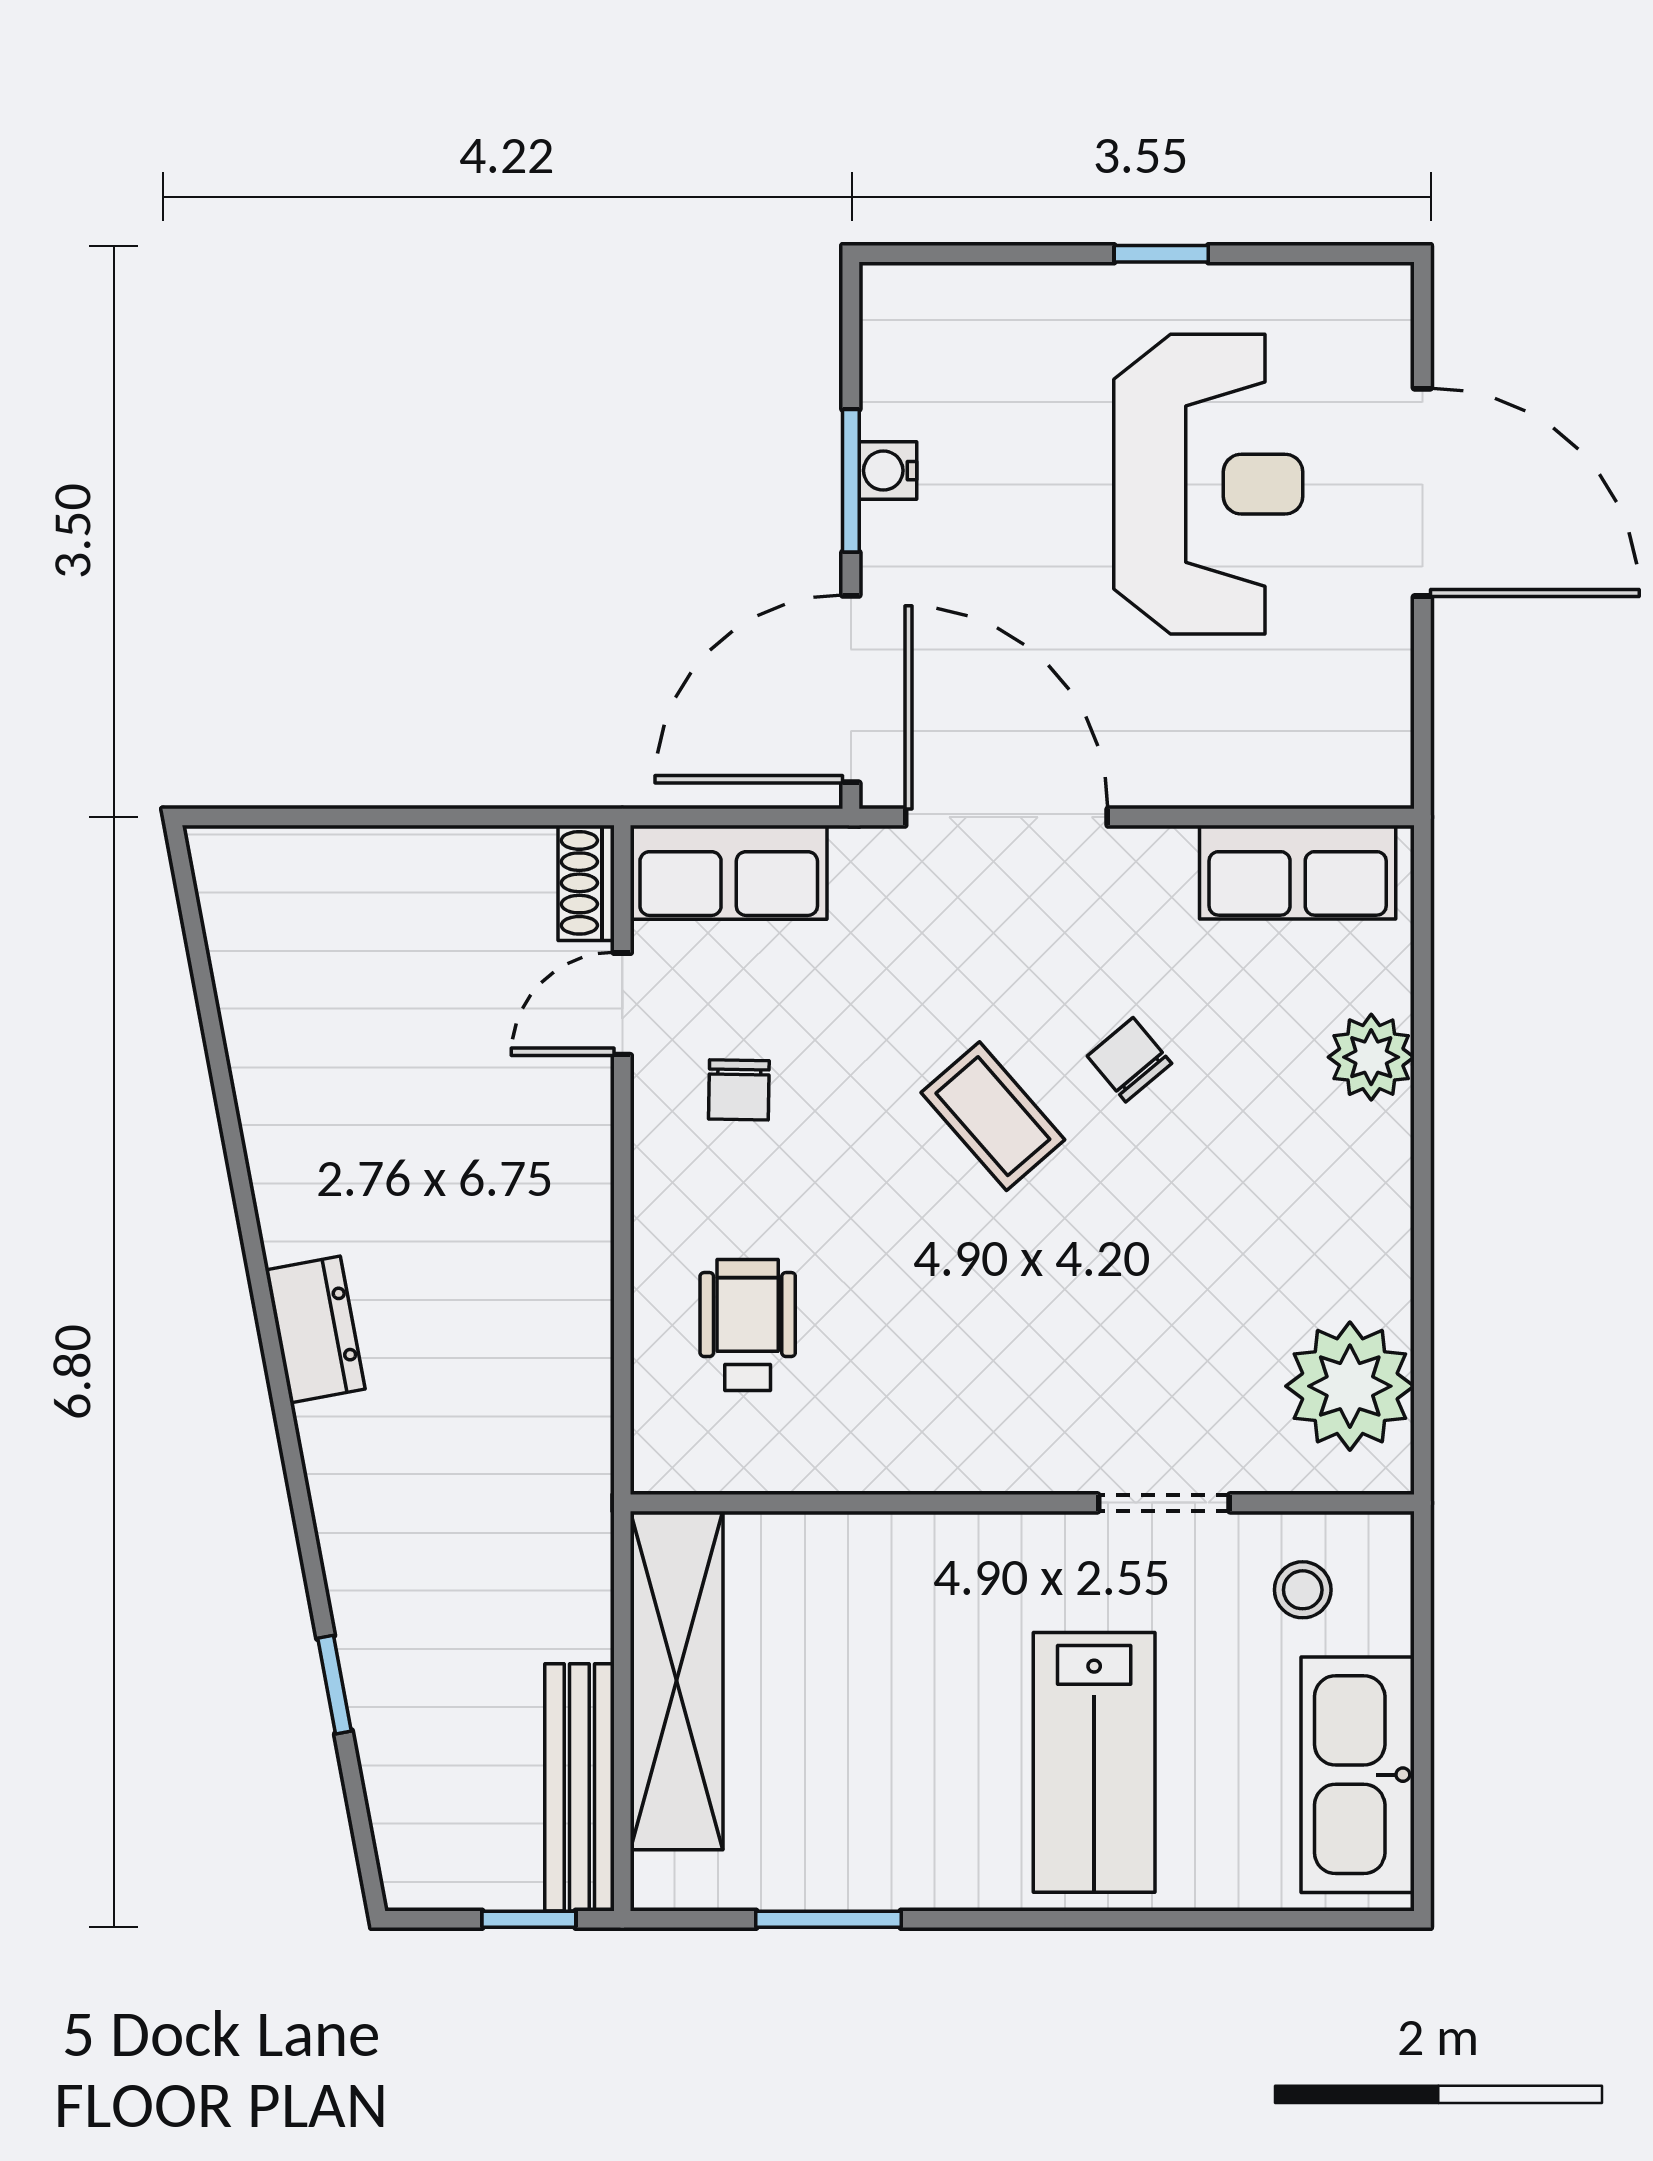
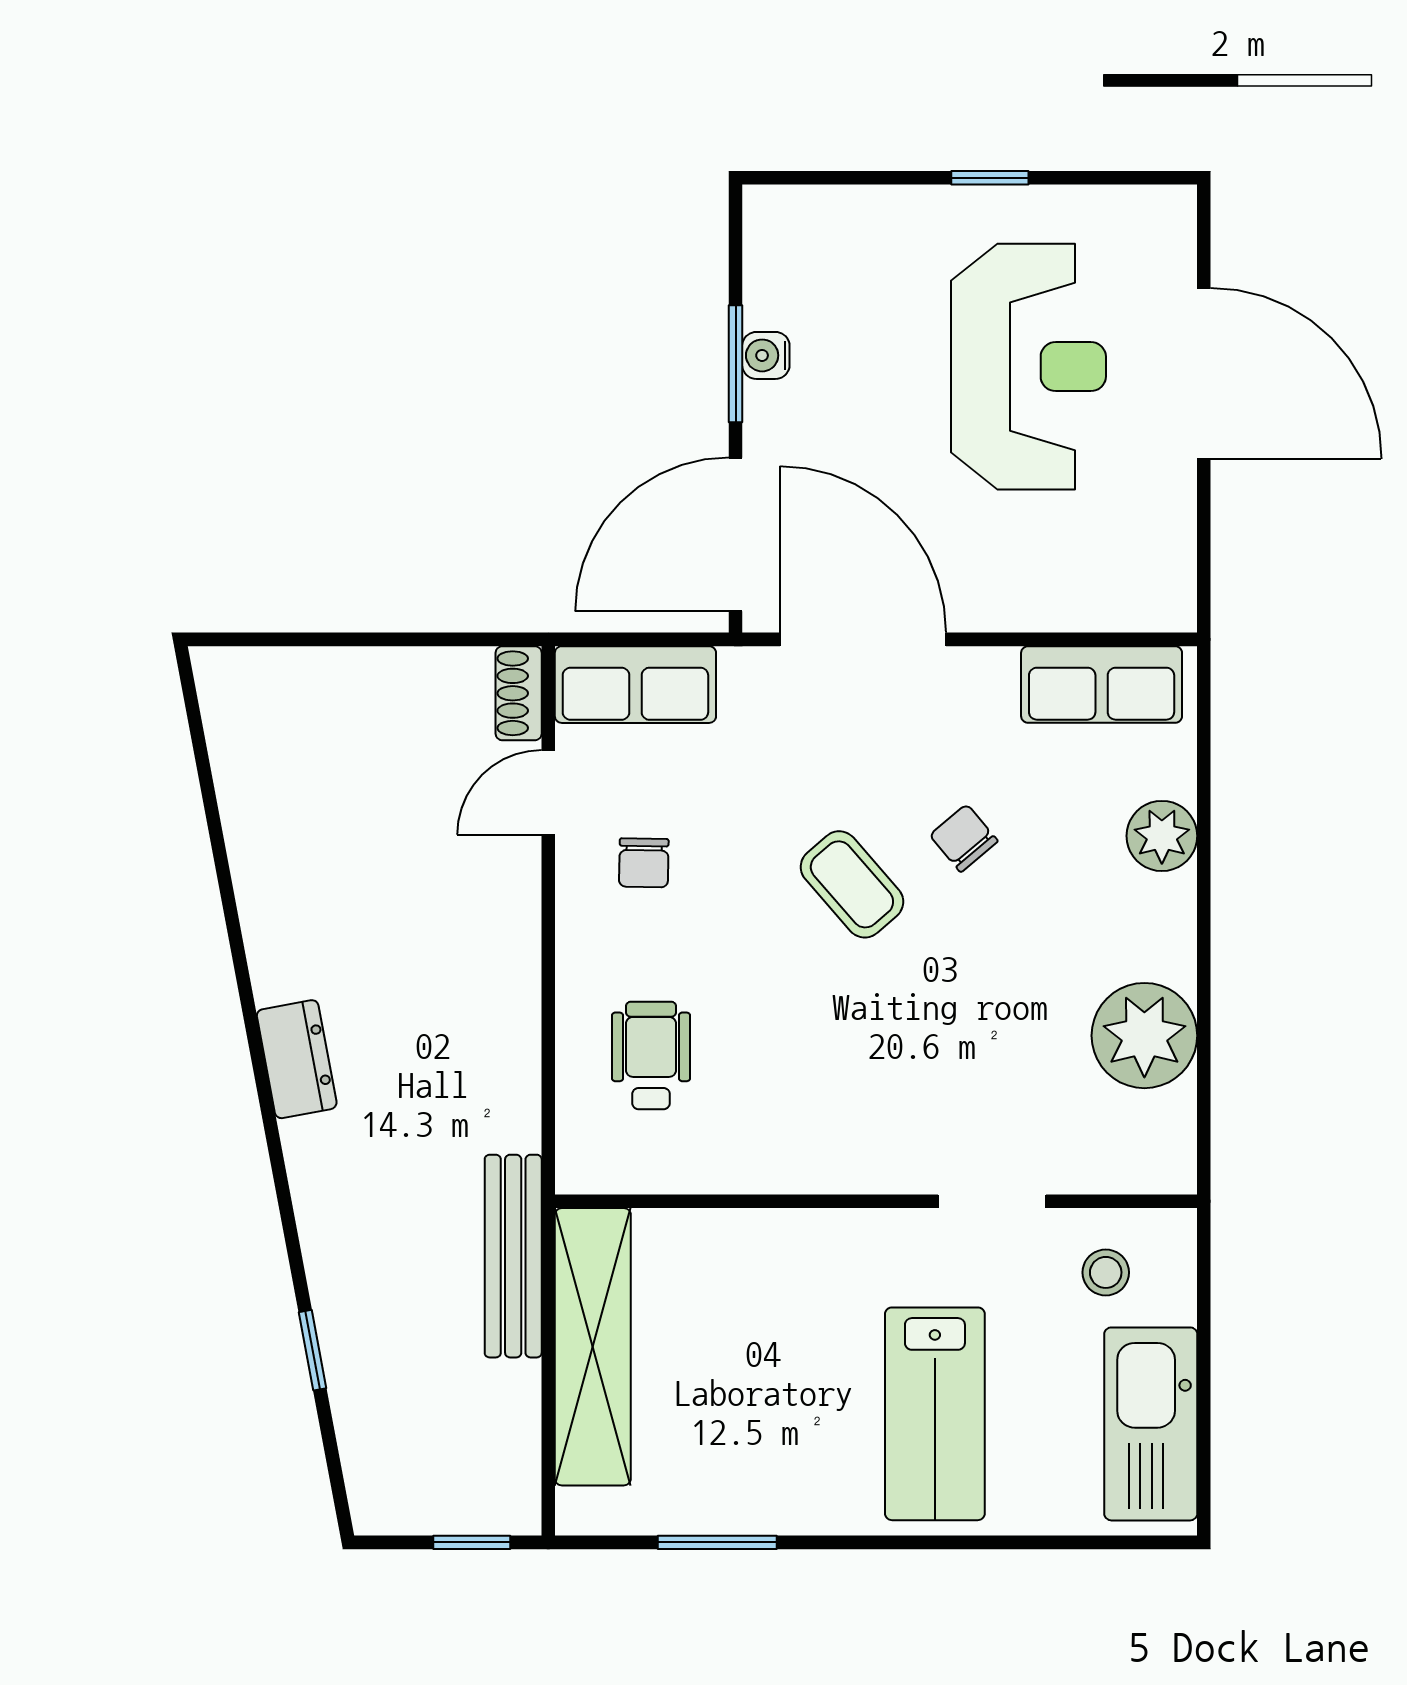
plant: (1350, 1386) -> (1144, 1036), moved
bench: (579, 1787) -> (513, 1256), moved

